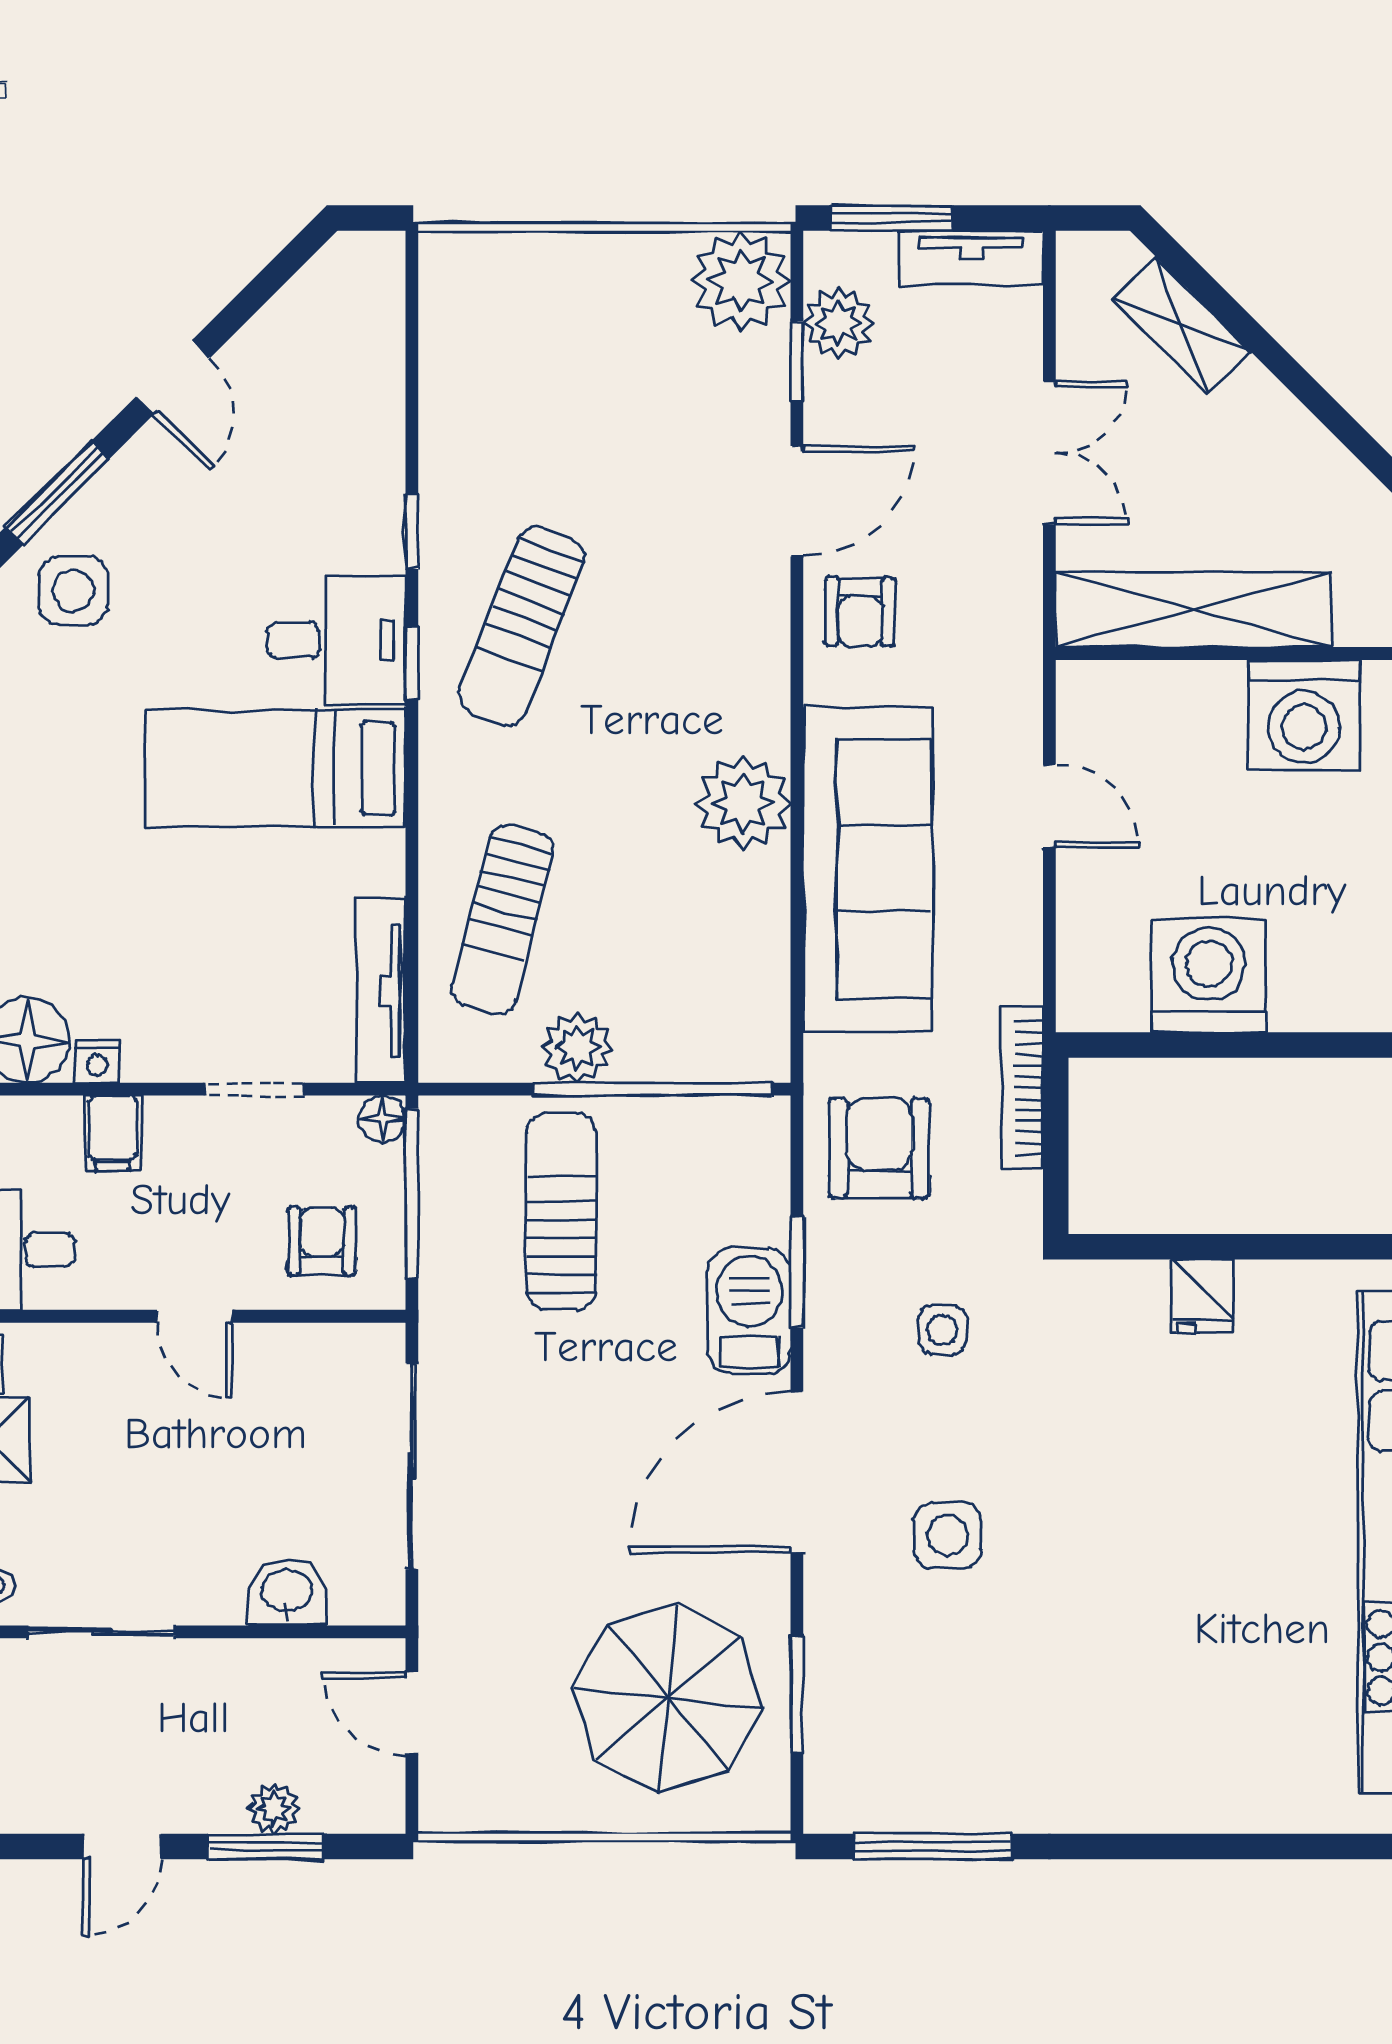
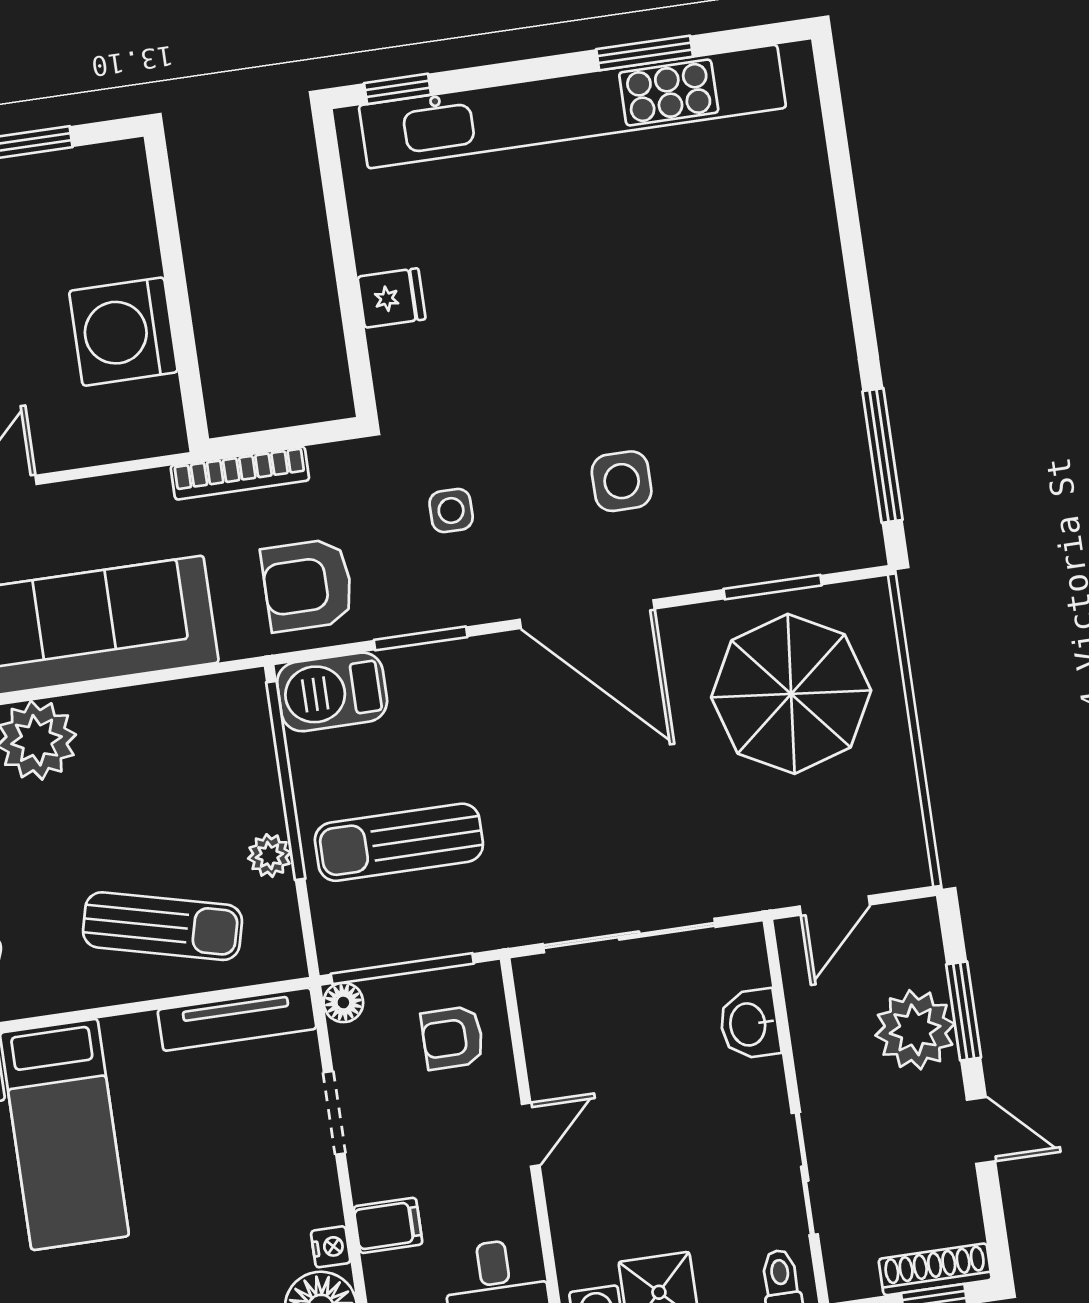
plant: (577, 1047) -> (269, 856), width x0.73, depth x0.73
barbecue: (749, 1311) -> (332, 692), moved
plant: (274, 1808) -> (915, 1030), width x1.88, depth x1.88

